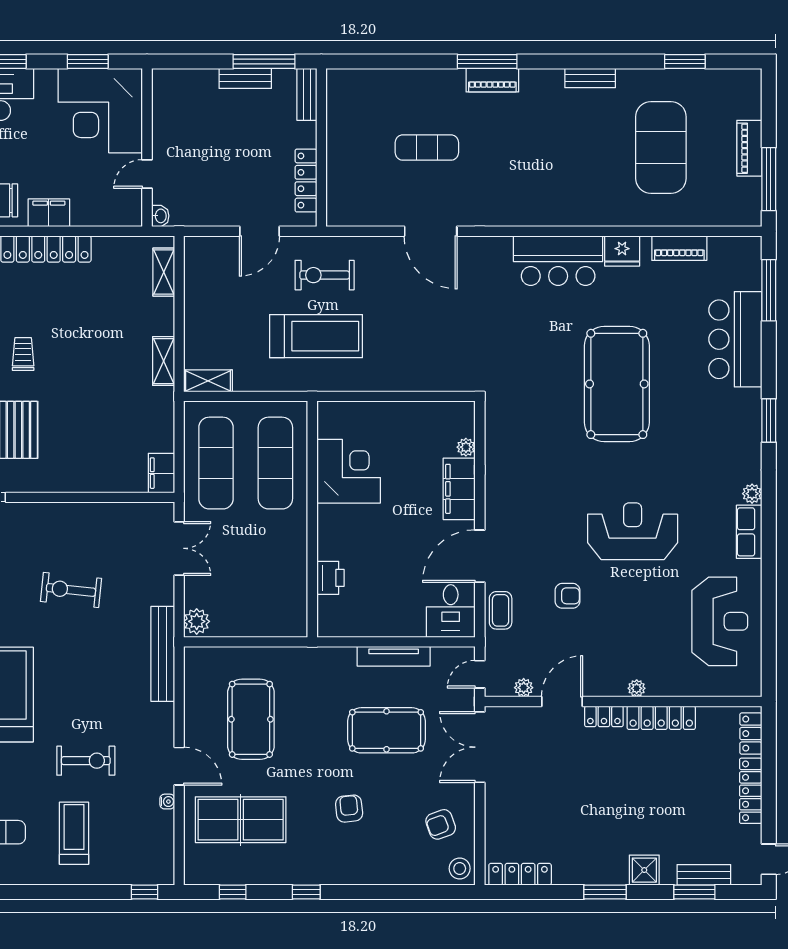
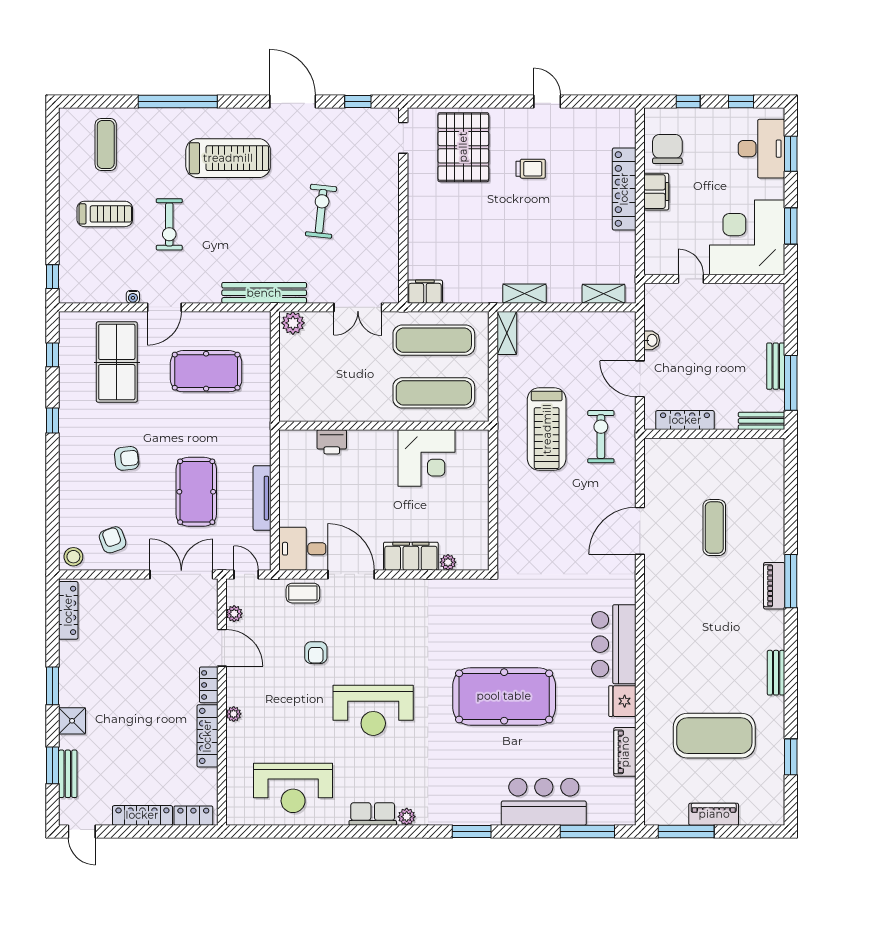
washbasin: (160, 216) -> (652, 340), moved, turned -90
reception desk: (633, 531) -> (373, 710), turned 90

